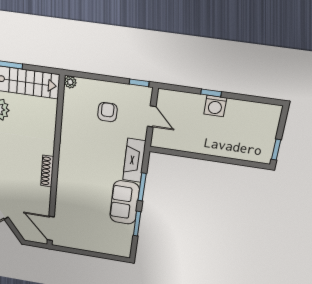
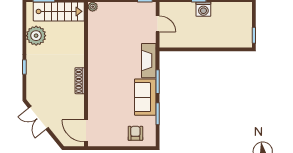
armchair: (107, 112) -> (135, 133), moved

